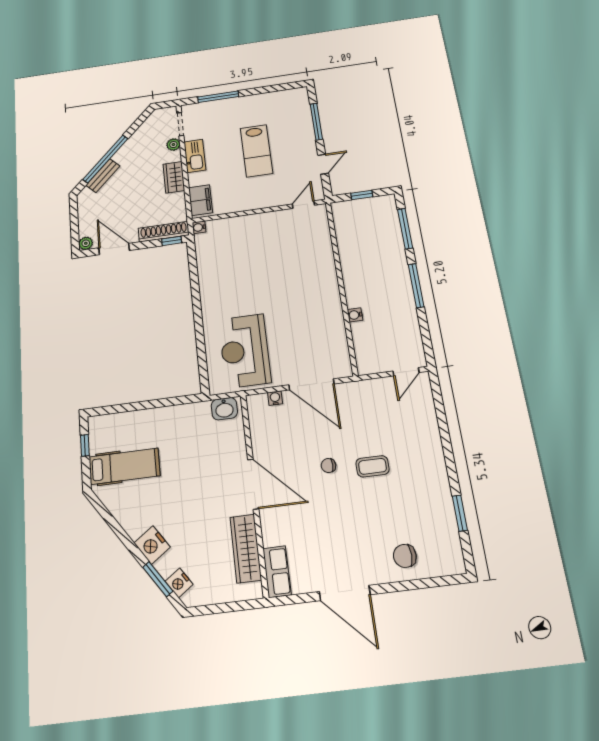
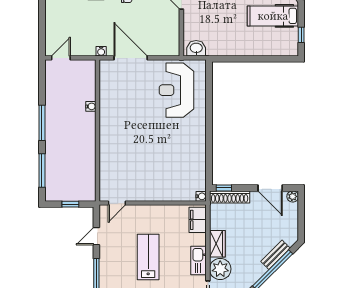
plant: (173, 145) -> (220, 269), width x1.88, depth x1.88
reception desk: (245, 351) -> (176, 90), turned 180
water cooler: (275, 398) -> (101, 51), moved

